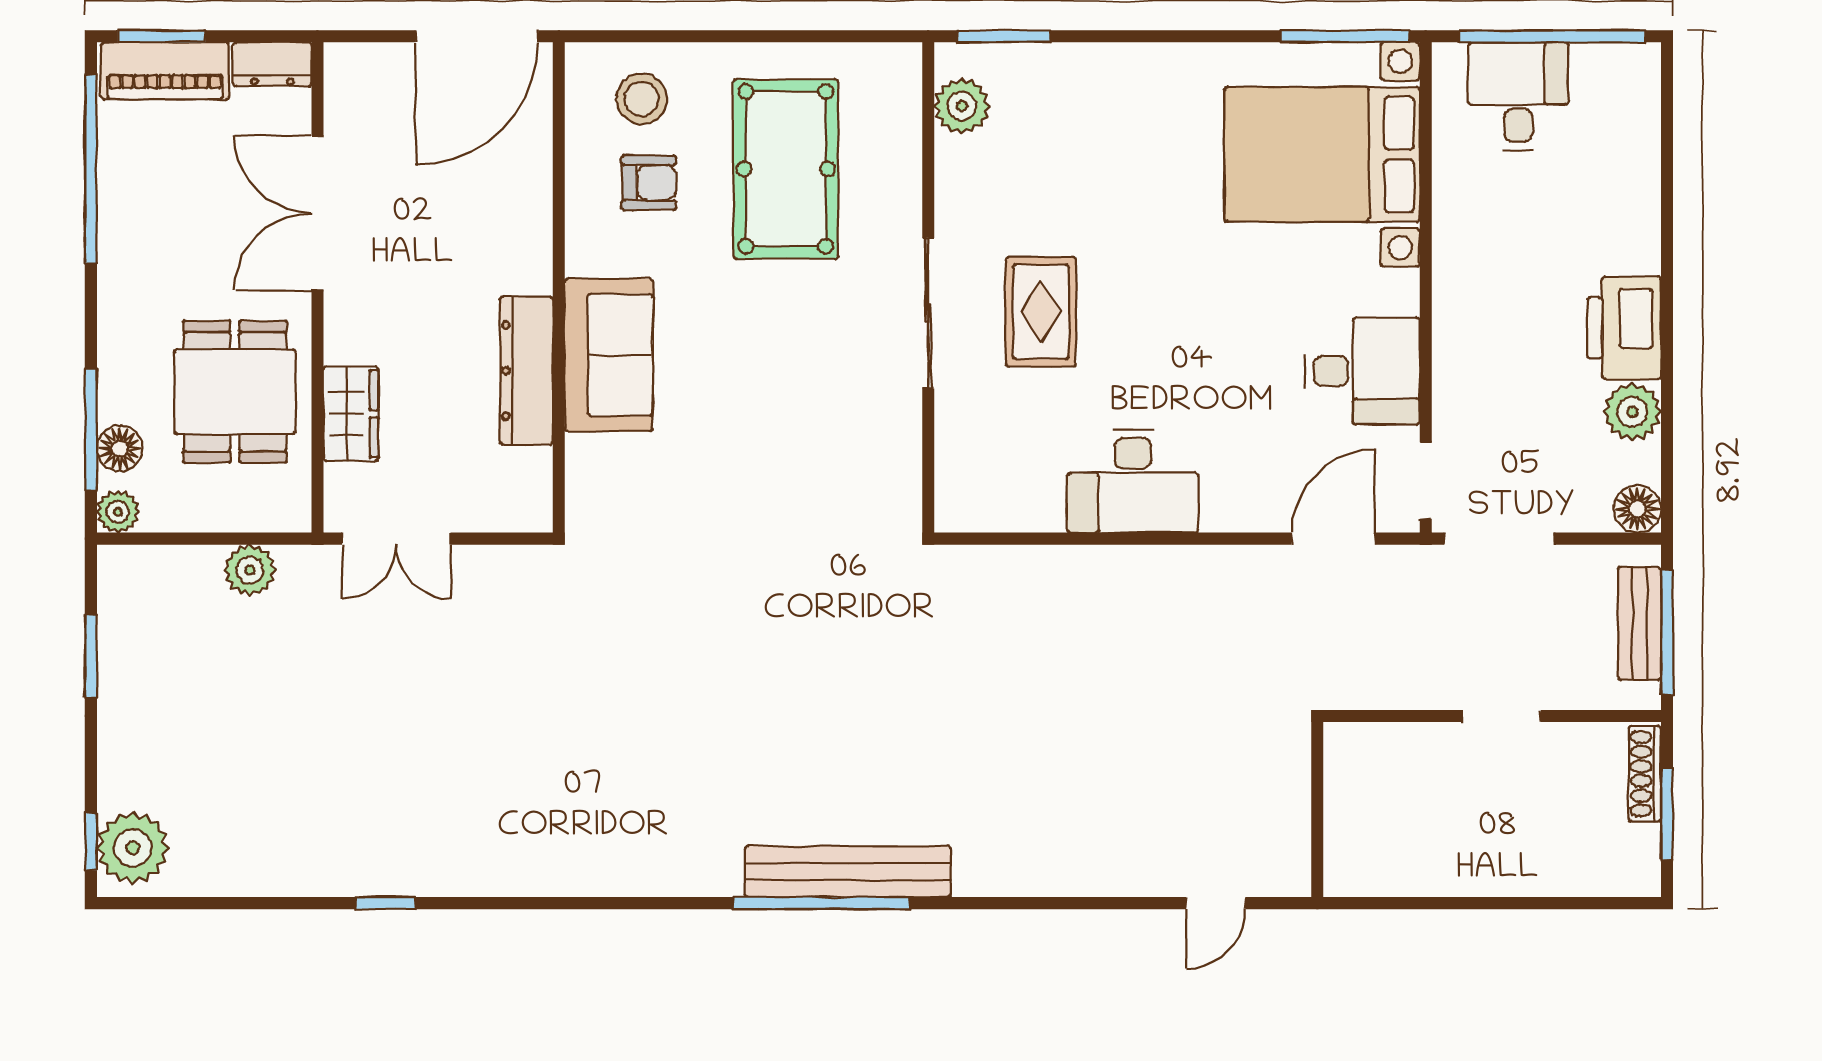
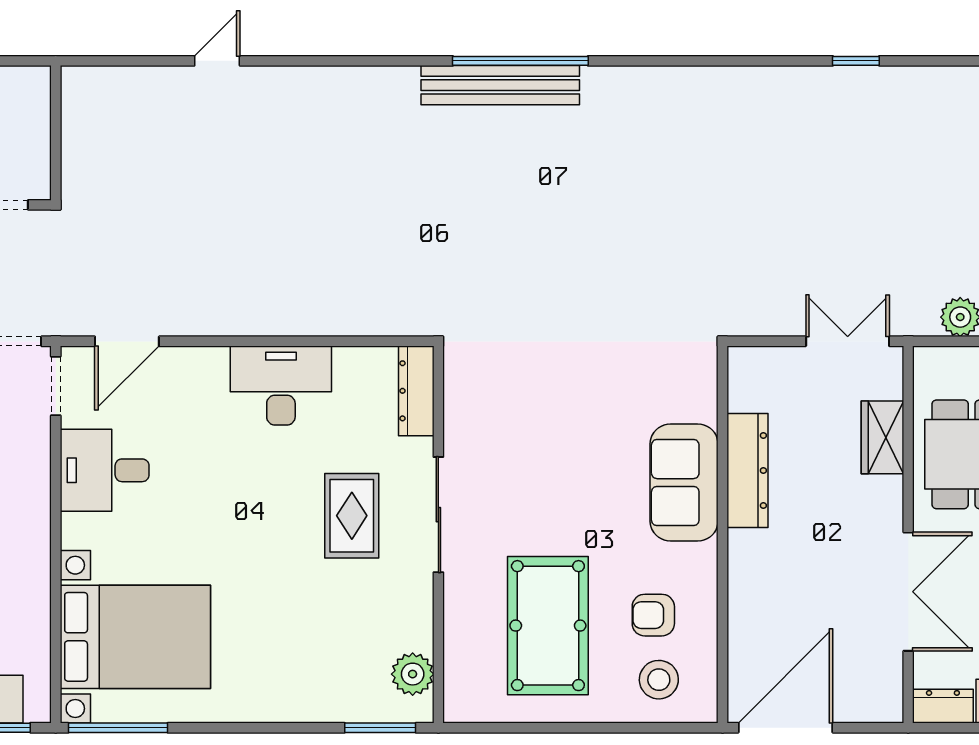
dresser: (957, 474) -> (416, 391), added
wall: (1317, 810) -> (56, 133), moved

